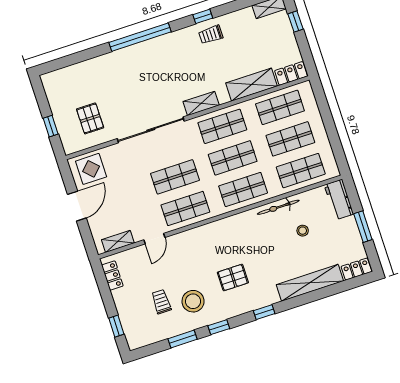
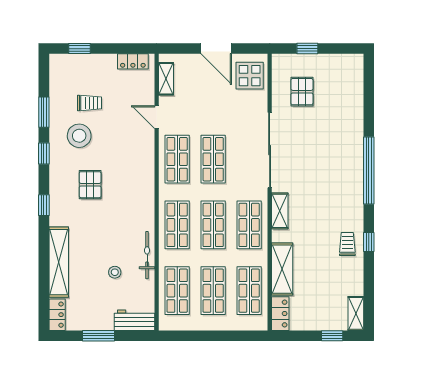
pallet: (90, 118) -> (302, 92), turned 90

